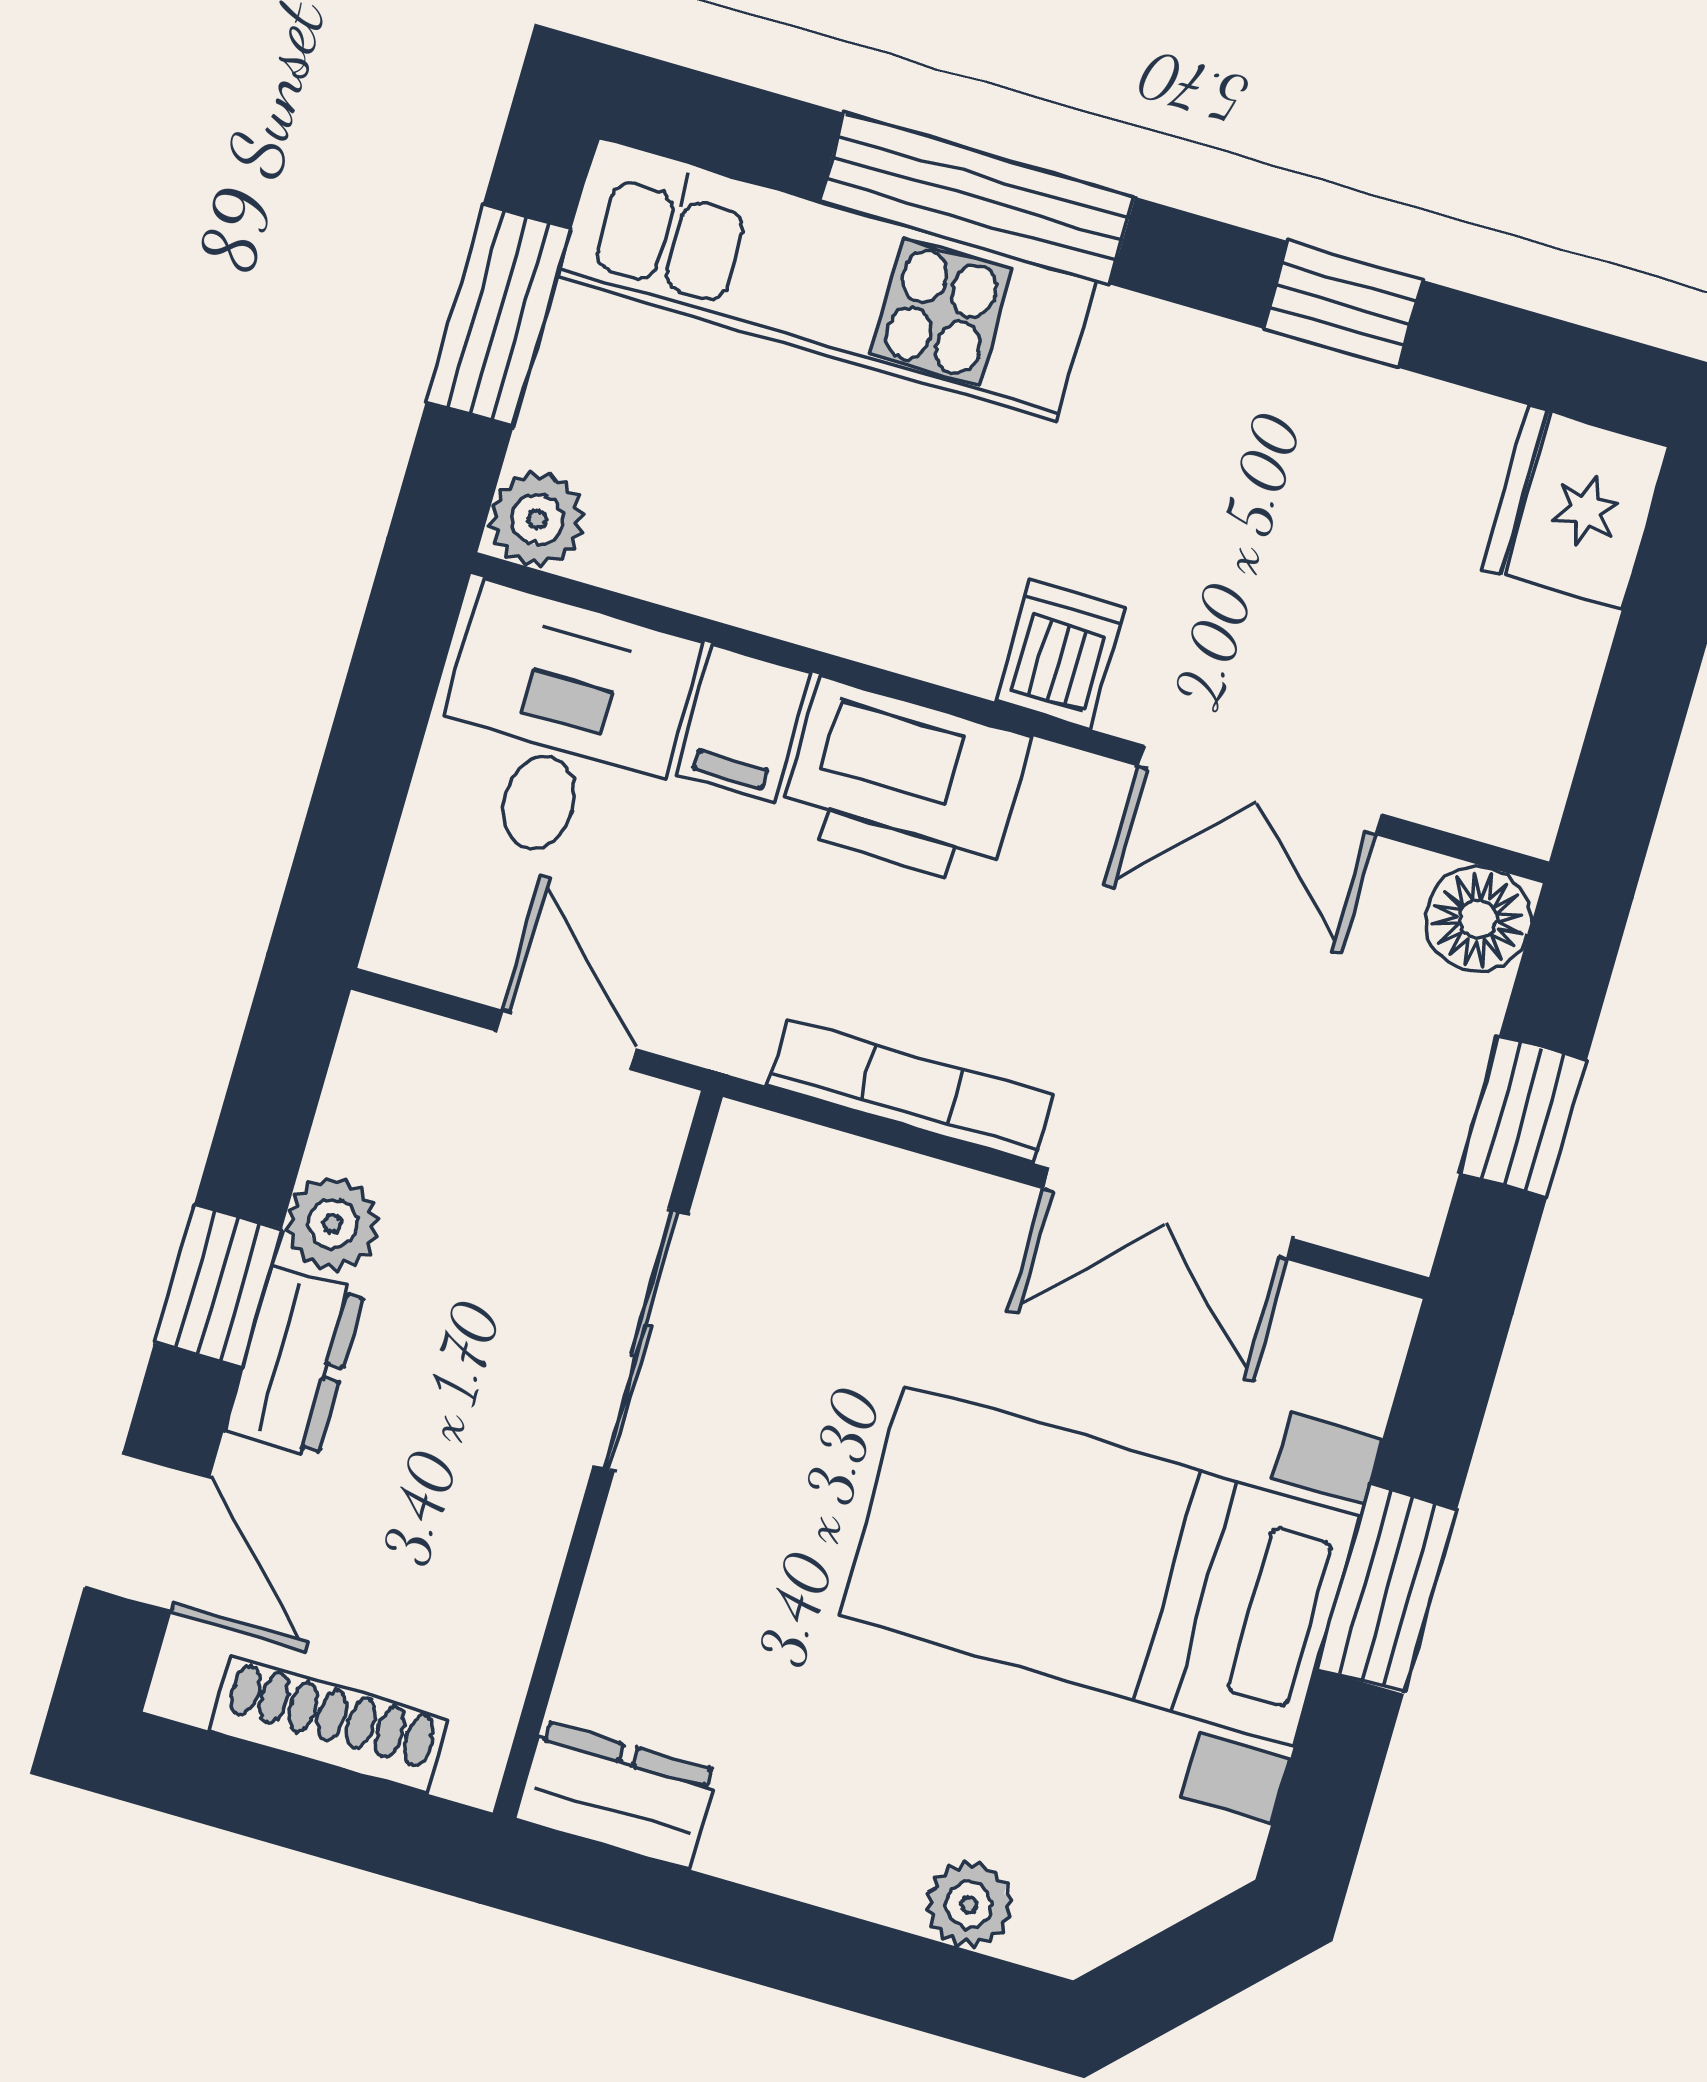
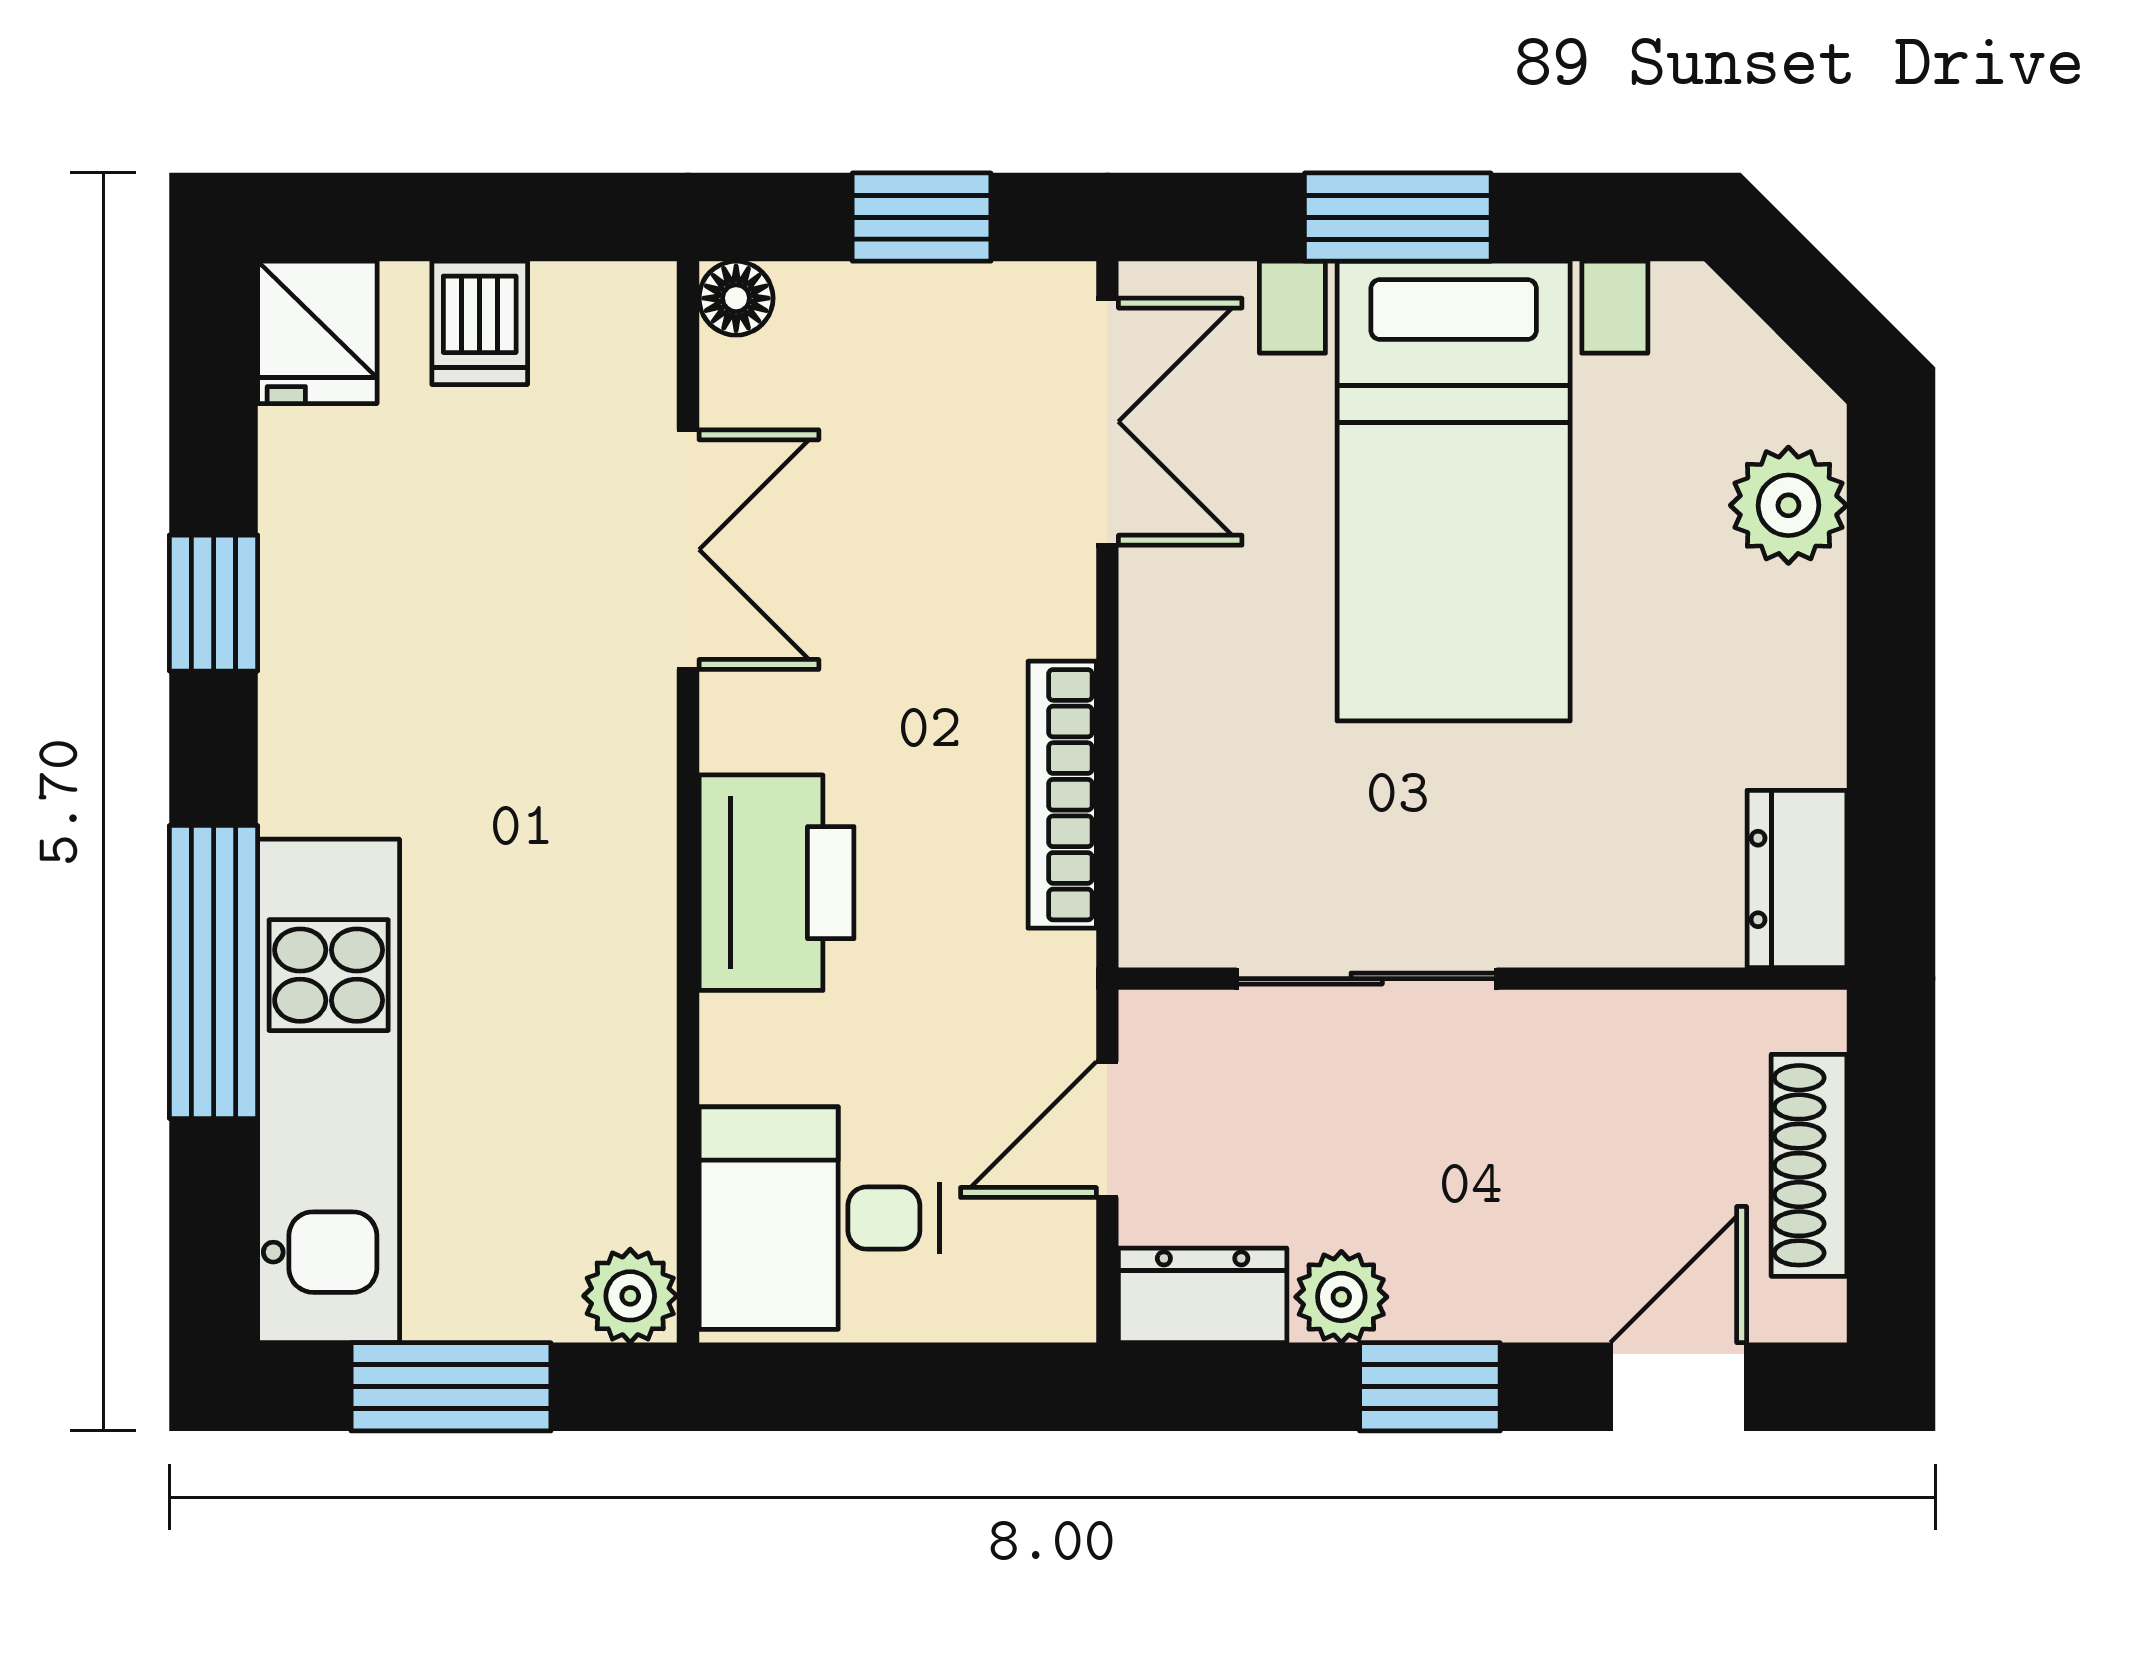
fridge: (1575, 507) -> (317, 332), width x0.72
dishwasher: (1060, 654) -> (480, 323), moved, turned -90
filing cabinet: (744, 723) -> (765, 1049), removed
floor lamp: (1478, 919) -> (736, 298), width x0.73, depth x0.73
double door: (1169, 1214) -> (1107, 422), moved
dresser: (294, 1362) -> (1203, 1295), moved
plant: (969, 1905) -> (1788, 505), width x1.38, depth x1.38

